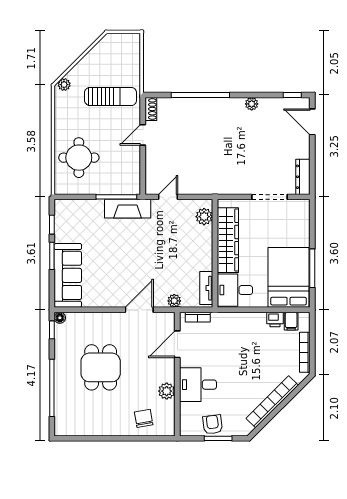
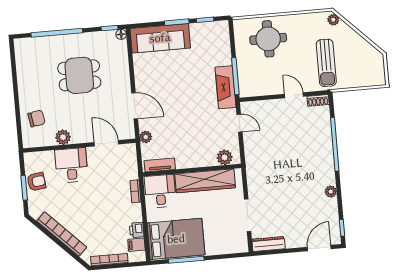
bookcase: (198, 317) -> (135, 191), moved

